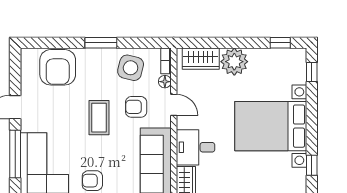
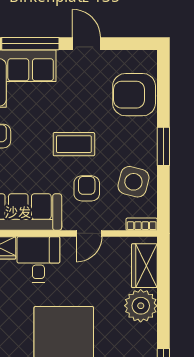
floor lamp: (165, 82) -> (117, 223), removed

